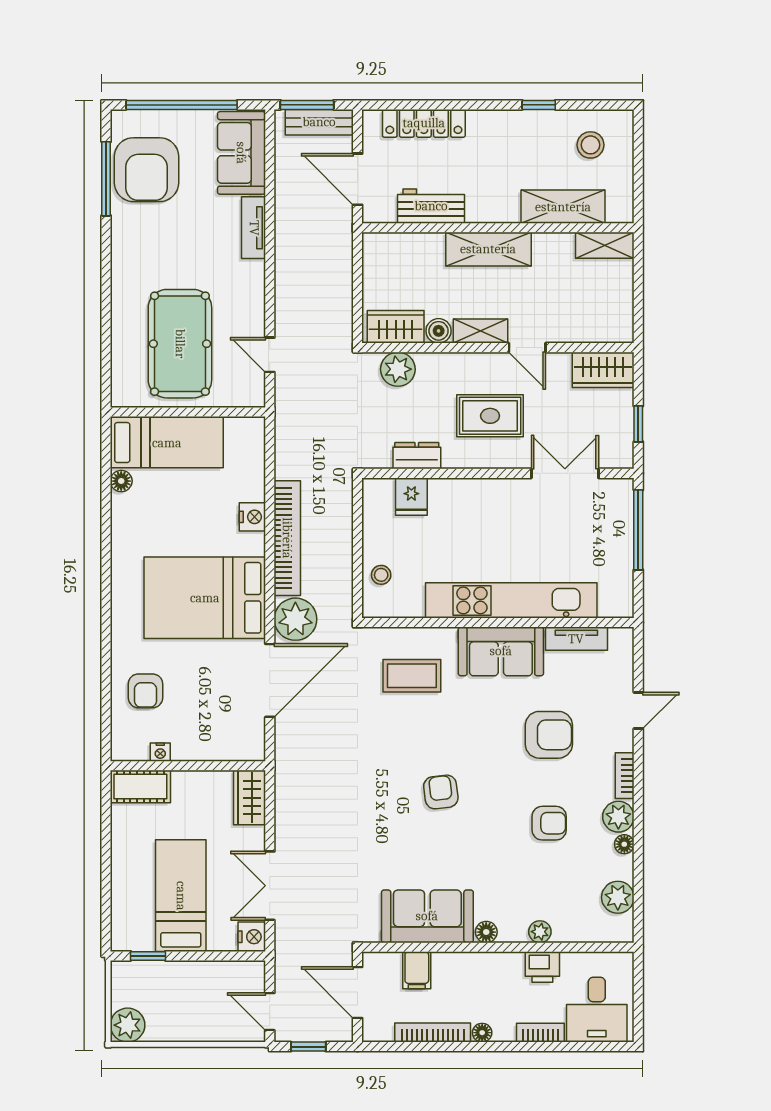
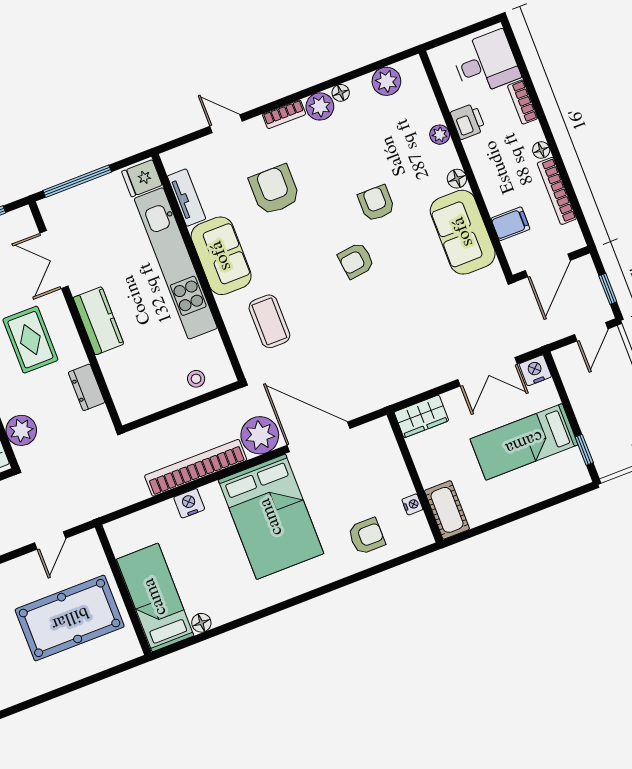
kitchen counter: (482, 495) -> (98, 321), added
fridge: (411, 497) -> (142, 178), moved, turned 180
armchair: (549, 823) -> (376, 203), moved

